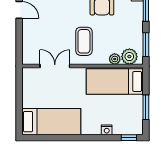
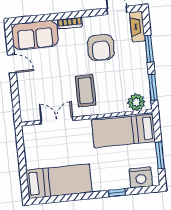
plant: (115, 59) -> (121, 106), removed
nightstand: (107, 130) -> (141, 178), moved, width x1.89, depth x1.79
window: (129, 138) -> (117, 193), moved

